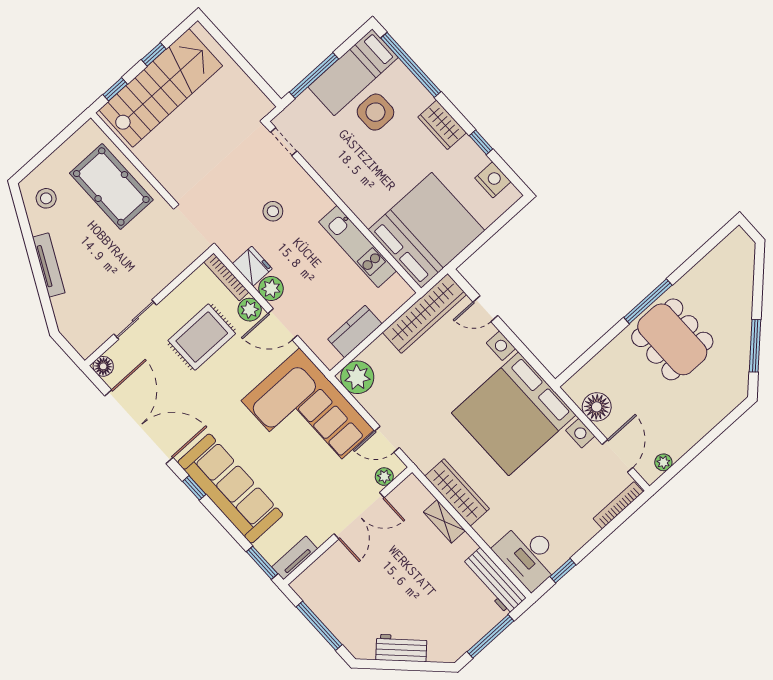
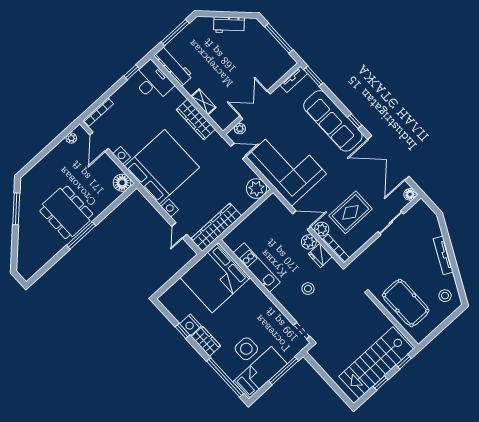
nightstand: (493, 180) -> (190, 325), moved
door: (485, 309) -> (179, 230), swing flipped
kitchen counter: (355, 331) -> (258, 216), removed
floor lamp: (597, 407) -> (122, 183), moved

